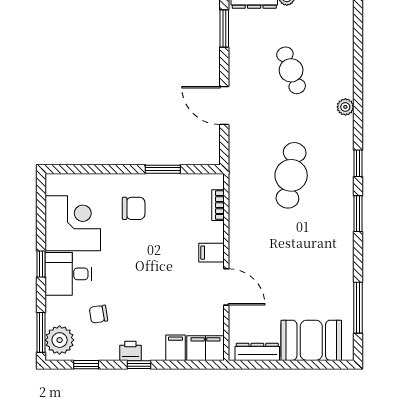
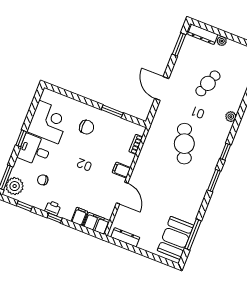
cafe table: (291, 70) -> (208, 83), turned 42
cafe table: (291, 175) -> (184, 144), turned -30
booth: (311, 340) -> (175, 238), moved, turned 90

